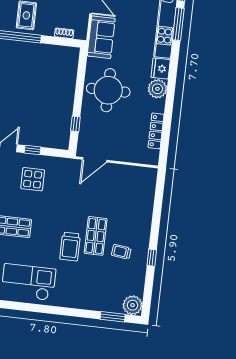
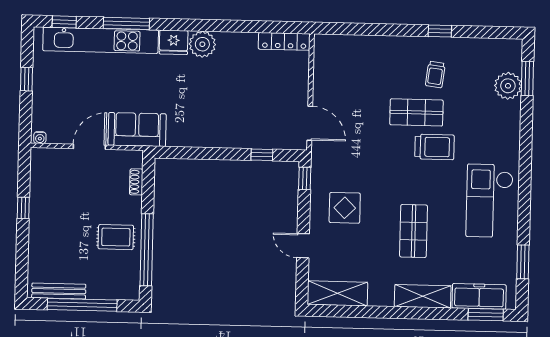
window: (178, 24) -> (126, 23), moved
round table: (108, 90) -> (211, 113), removed
locker: (156, 131) -> (284, 41), moved
window: (32, 150) -> (305, 178), moved
plant: (133, 305) -> (508, 86), moved

